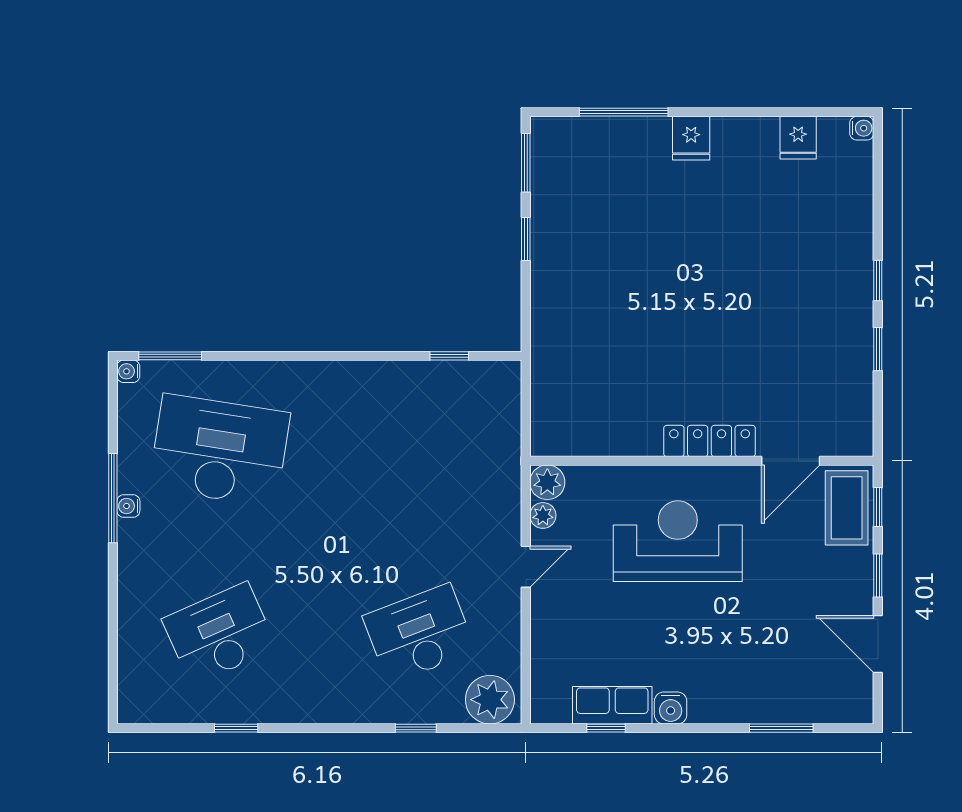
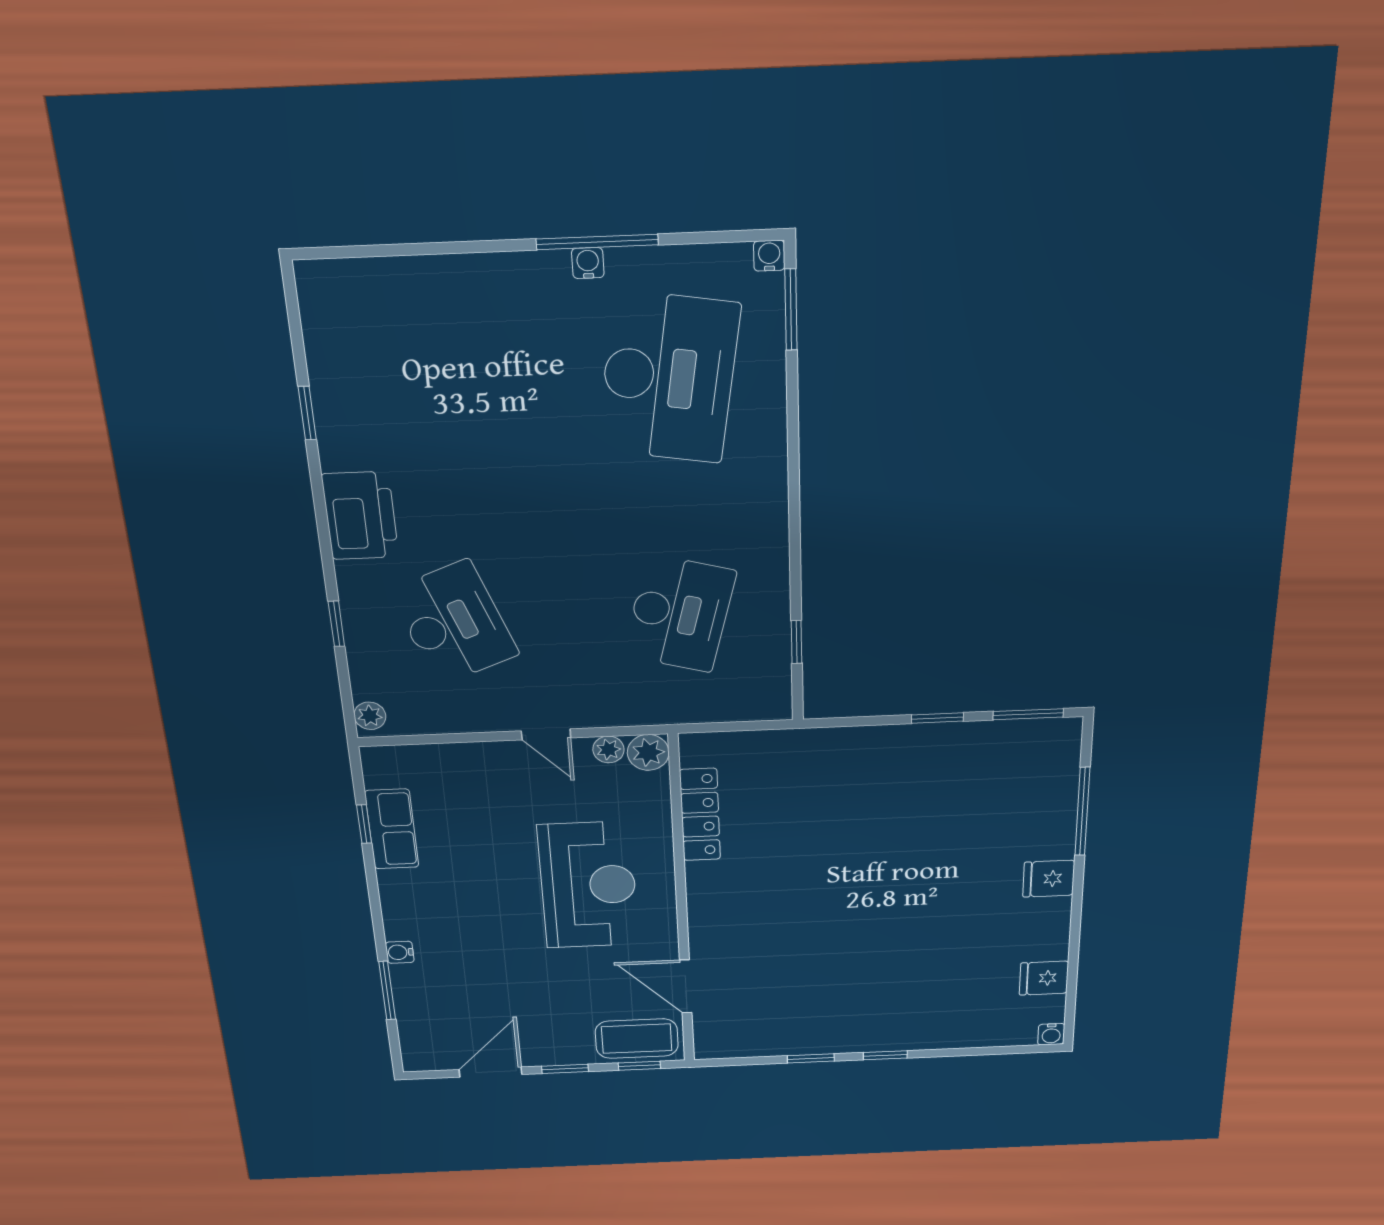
locker: (710, 441) -> (700, 815), moved
desk: (219, 634) -> (679, 614), moved, turned 39
printer: (322, 698) -> (360, 516), added
plant: (490, 700) -> (370, 716), width x0.53, depth x0.53
water cooler: (671, 708) -> (400, 952), moved, width x0.72, depth x0.72

